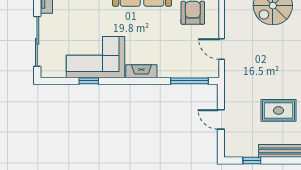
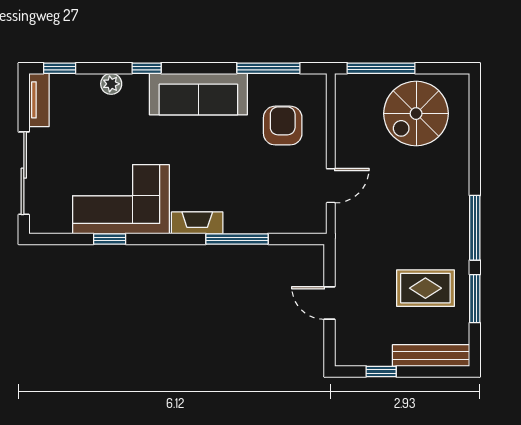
door: (222, 49) -> (331, 186), swing flipped
window: (190, 81) -> (237, 239), moved

